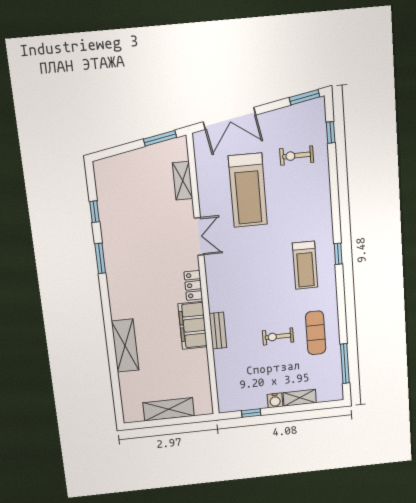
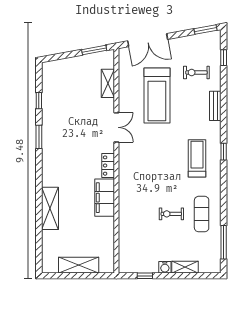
treadmill: (305, 265) -> (197, 158), turned 180
bench: (218, 331) -> (215, 106), moved

